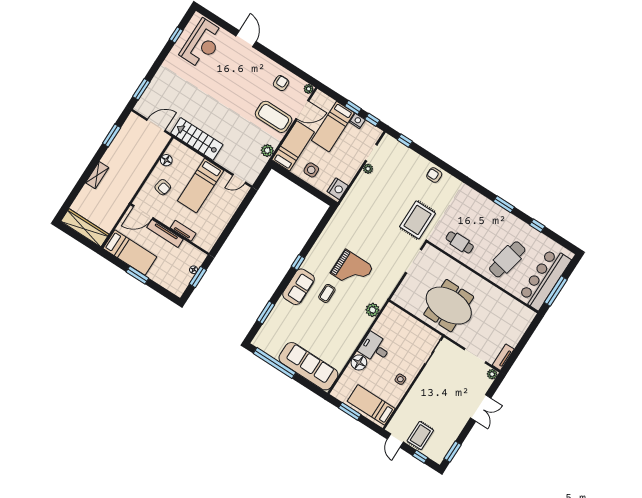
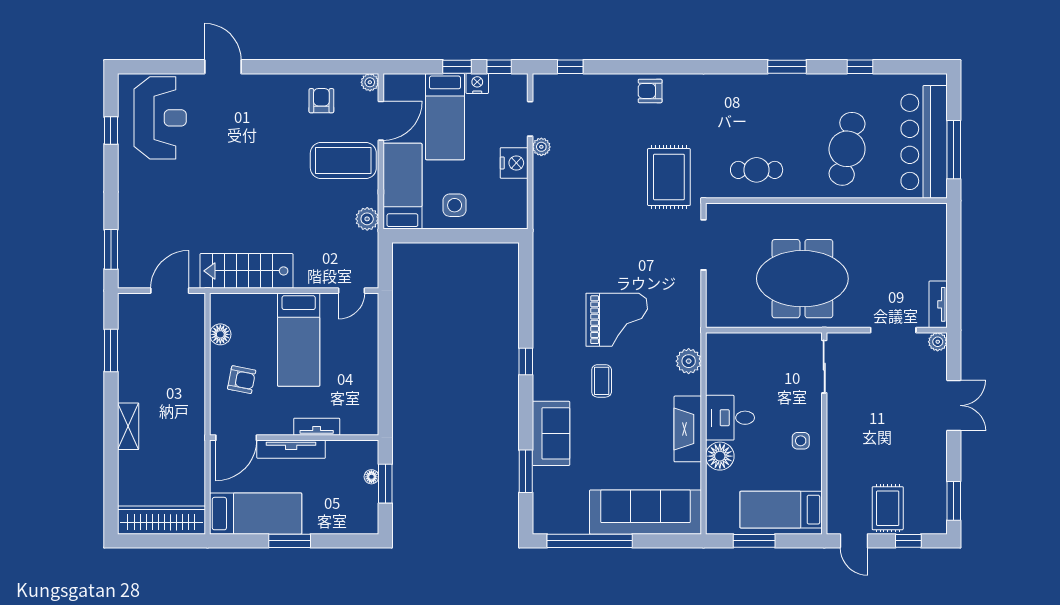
nightstand: (338, 189) -> (514, 163), moved
sofa: (299, 287) -> (551, 433), moved
fireplace: (352, 341) -> (688, 429), added

